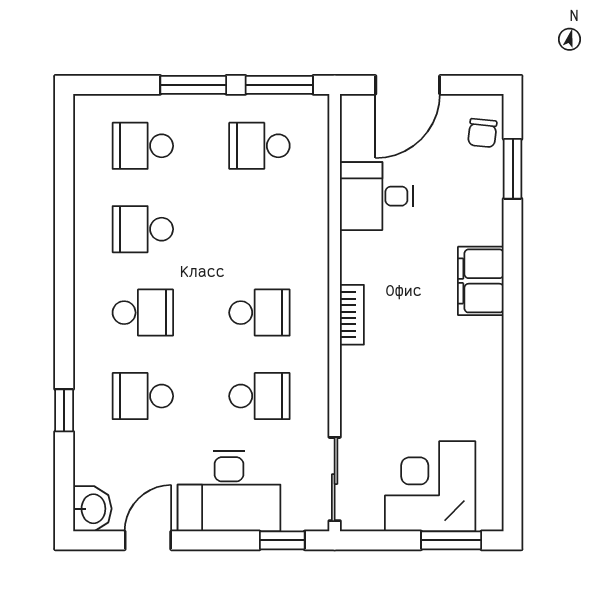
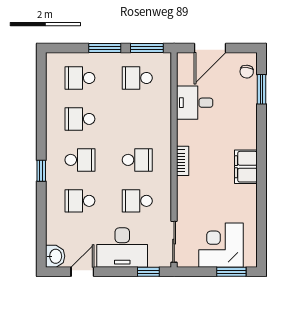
filing cabinet: (481, 281) -> (246, 167), moved
school desk: (259, 396) -> (137, 201), turned 180
window: (64, 410) -> (41, 171), moved

